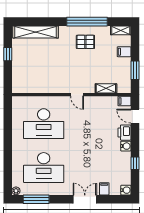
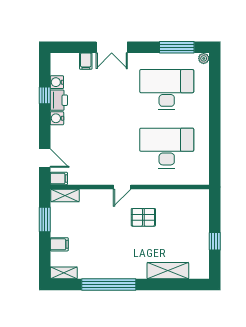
shelving: (36, 32) -> (168, 271), width x0.68
pallet: (85, 42) -> (143, 217), moved
shelving: (106, 88) -> (65, 195), moved
door: (77, 95) -> (122, 187), swing flipped
printer: (124, 133) -> (59, 100), moved
water cooler: (126, 190) -> (57, 82), moved

